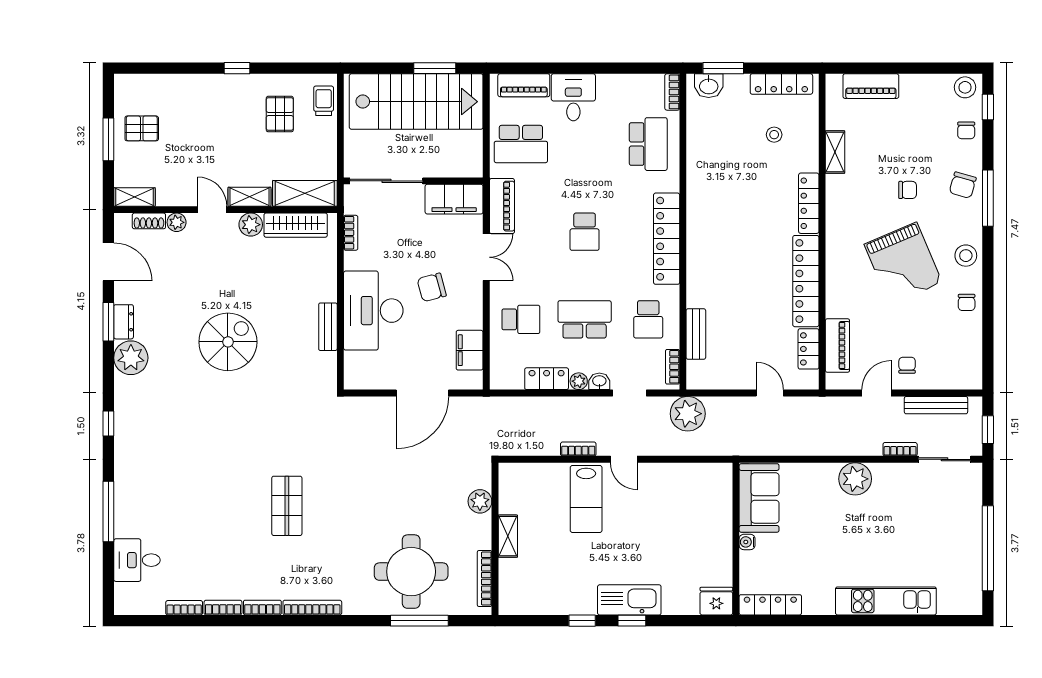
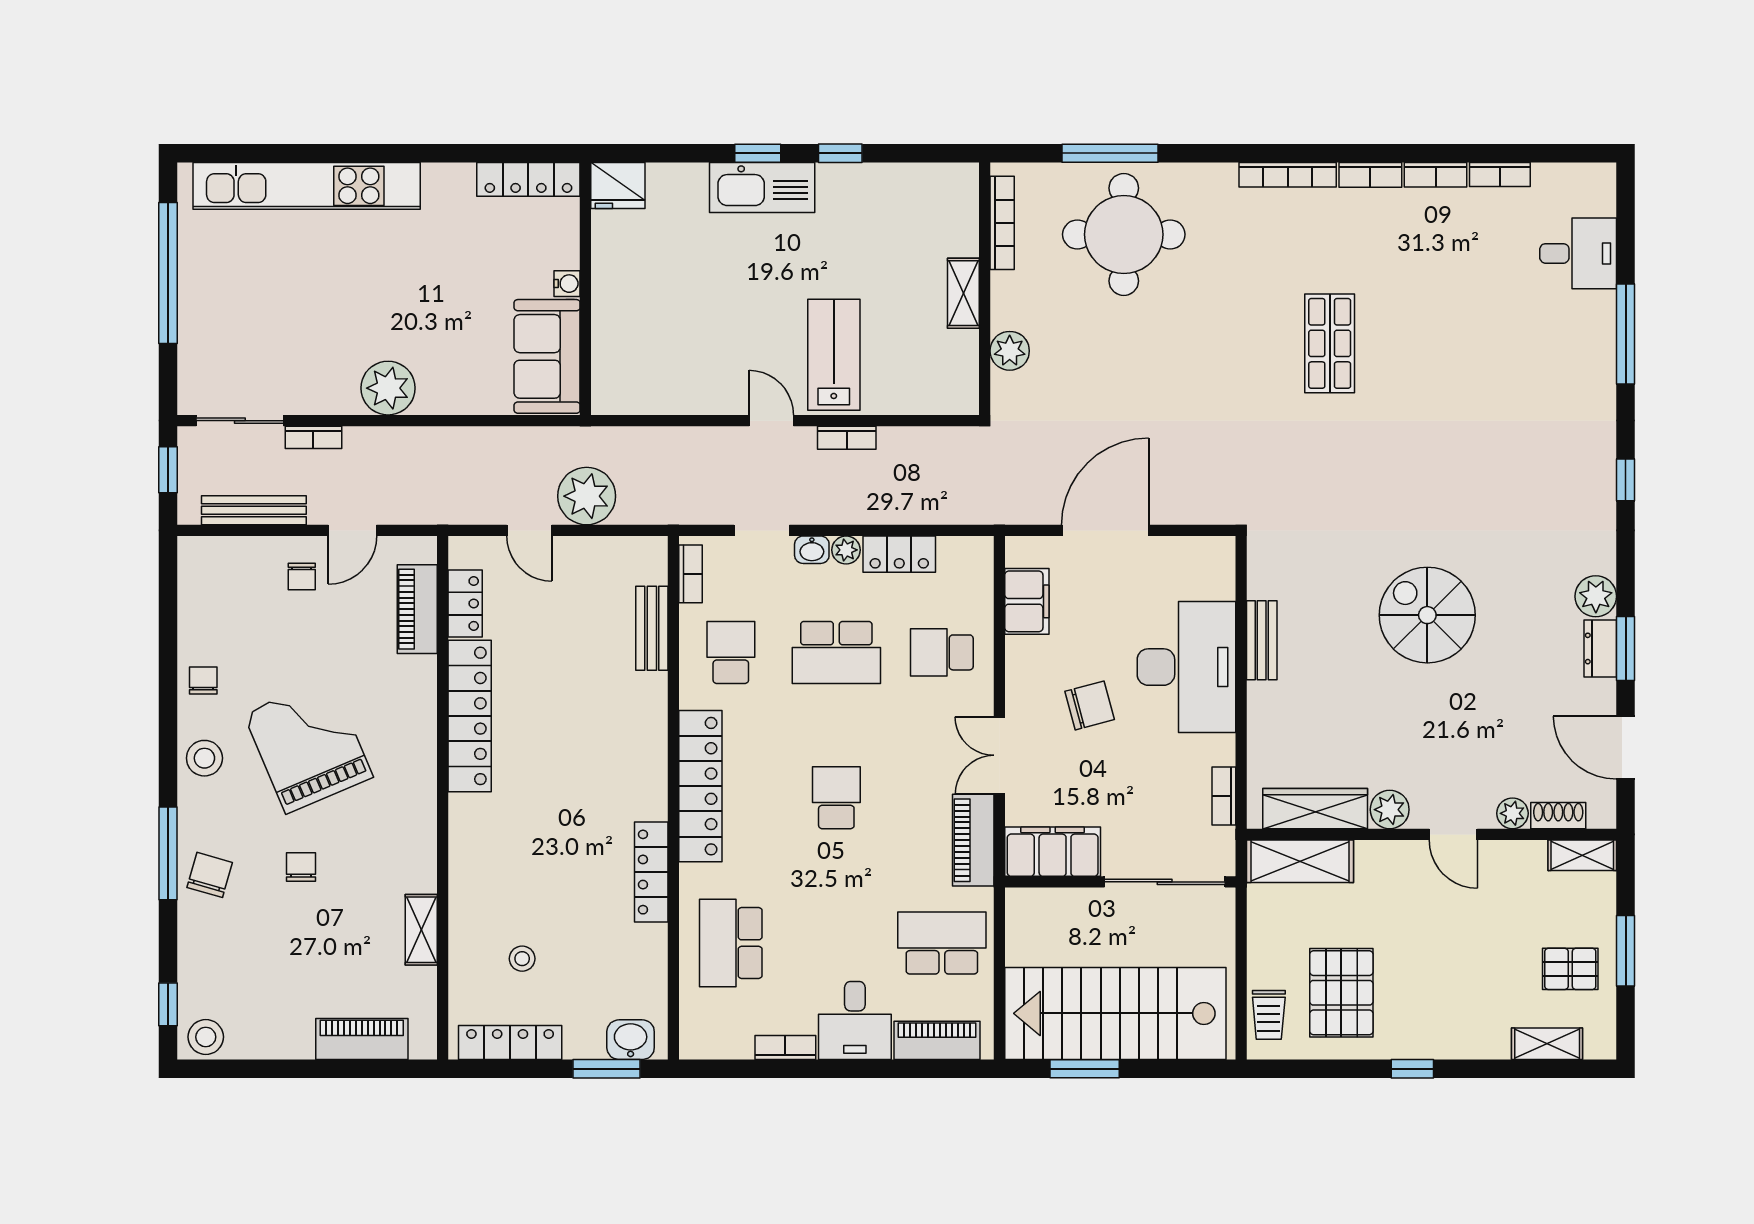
bookcase: (672, 92) -> (785, 1047), moved, turned -90
pallet: (280, 114) -> (1341, 993), width x1.50, depth x1.42
chair: (966, 130) -> (204, 966), removed
chair: (908, 190) -> (301, 867), turned 90
shelving: (249, 197) -> (1547, 1044), moved
locker: (809, 203) -> (651, 872), moved, turned 180
spiral stairs: (228, 342) -> (1427, 615), turned 90
plant: (131, 358) -> (1596, 596), width x0.73, depth x0.73
plant: (688, 414) -> (587, 496), moved
kitchen unit: (886, 601) -> (307, 186), width x1.36

